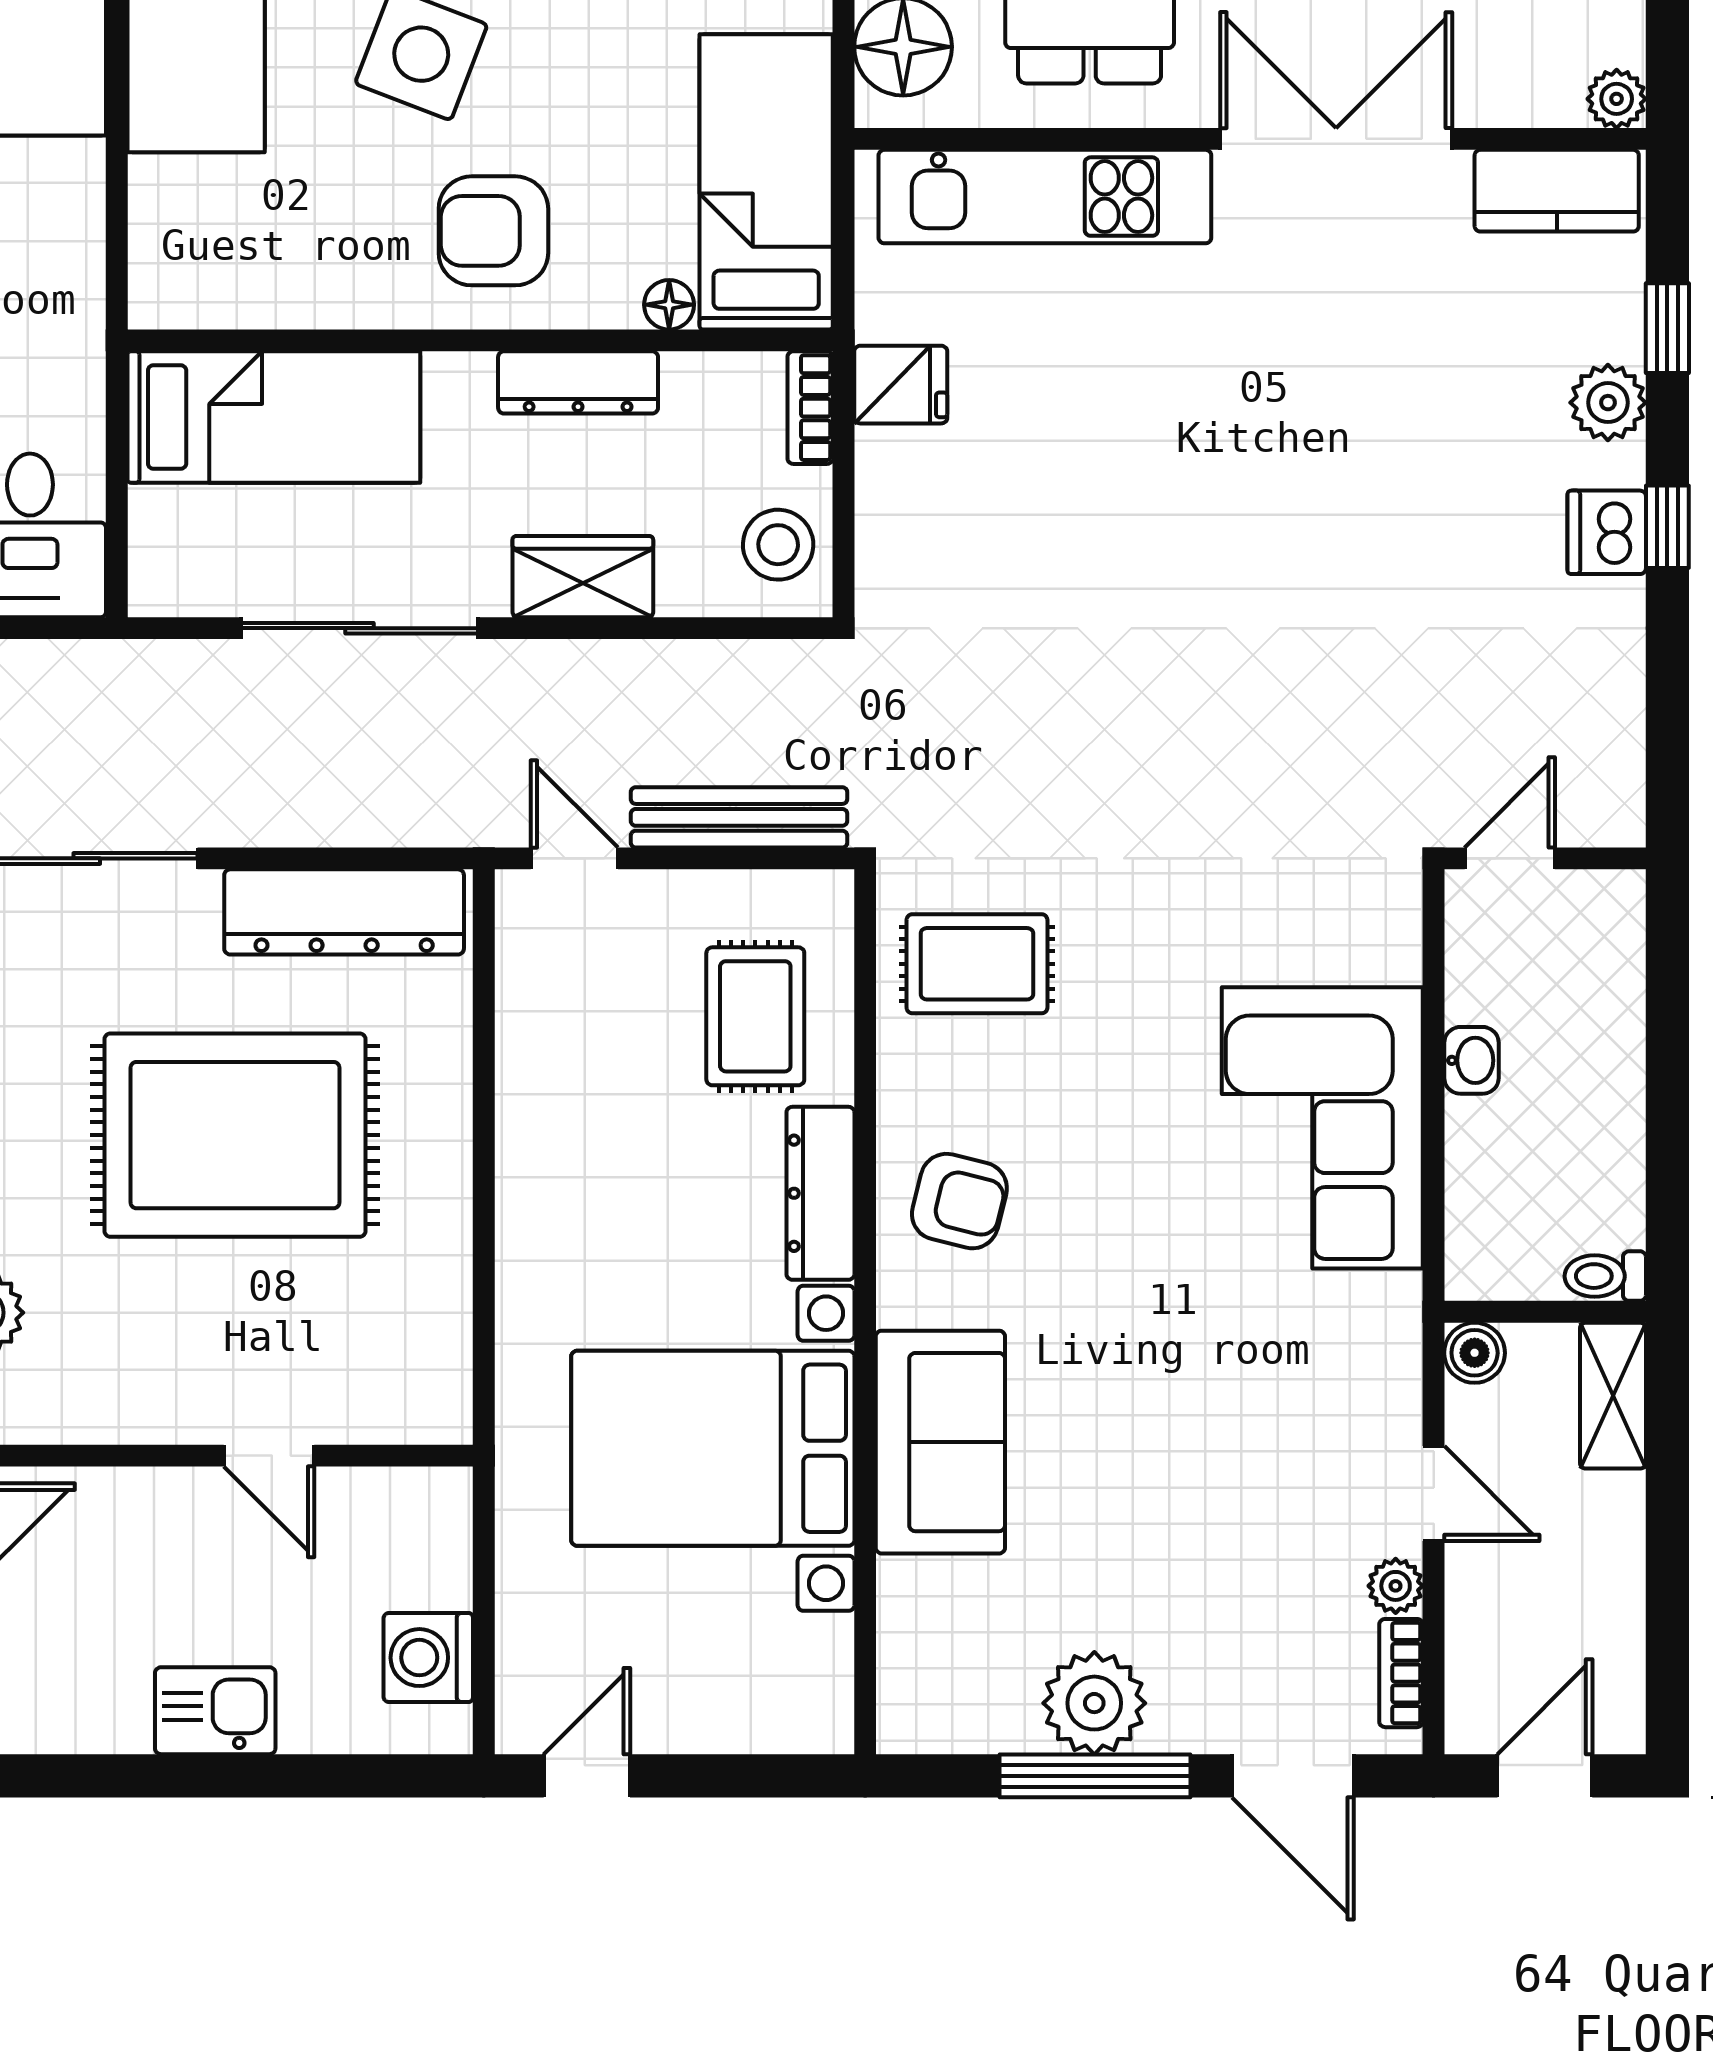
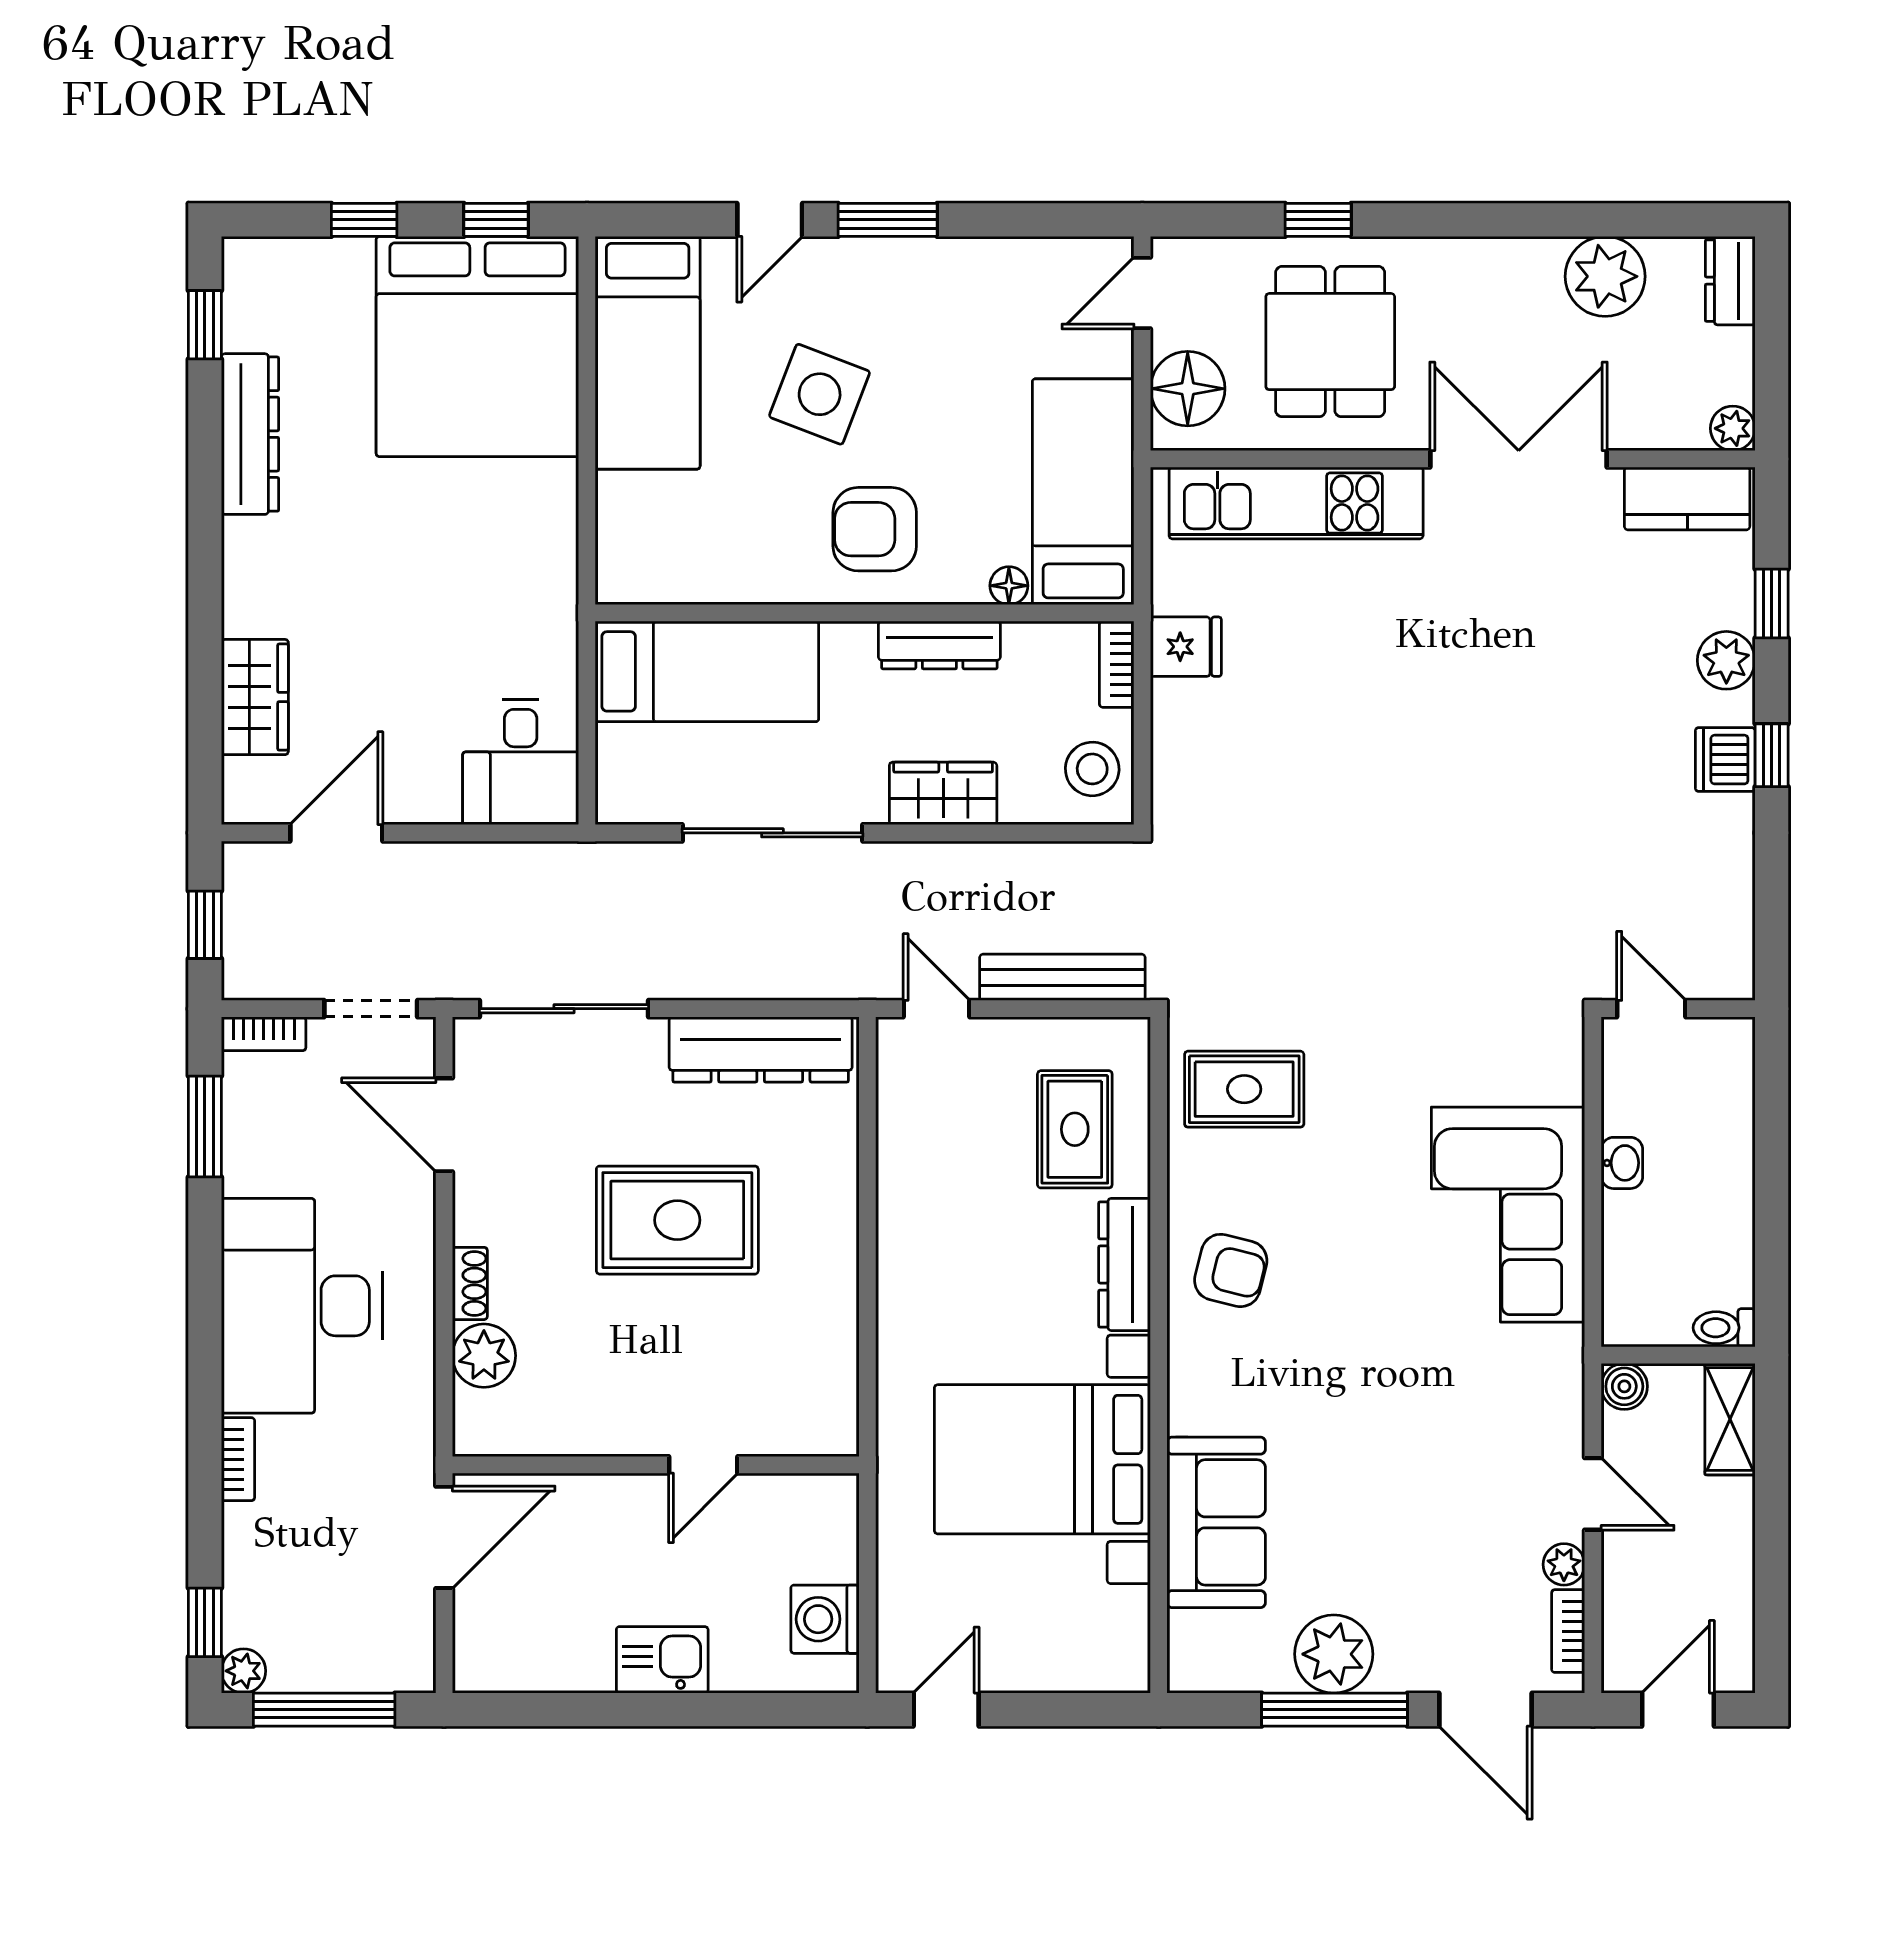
door: (1510, 858) -> (1651, 1009), hinge flipped
rug: (235, 1135) -> (677, 1220), width x0.73, depth x0.69
sofa: (940, 1442) -> (1216, 1522), moved
door: (269, 1456) -> (703, 1465), hinge flipped

